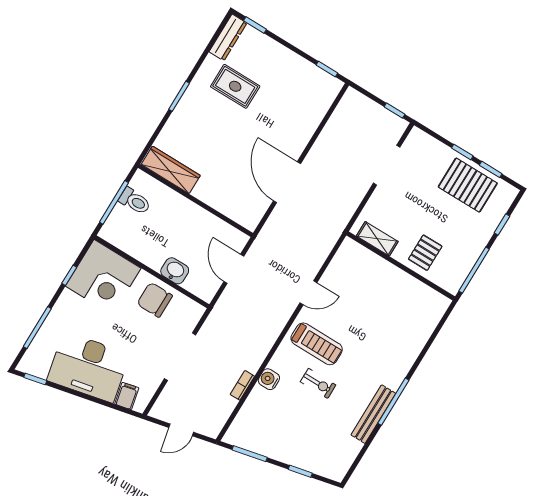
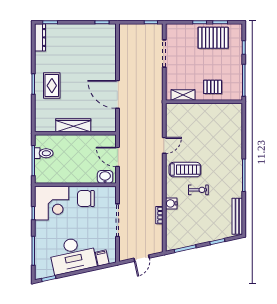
rug: (235, 86) -> (52, 86), moved, turned 90
wardrobe: (171, 170) -> (73, 125), moved
pallet: (425, 253) -> (213, 87), turned 90
washbasin: (175, 271) -> (105, 177), moved
bench: (373, 414) -> (237, 216), moved

